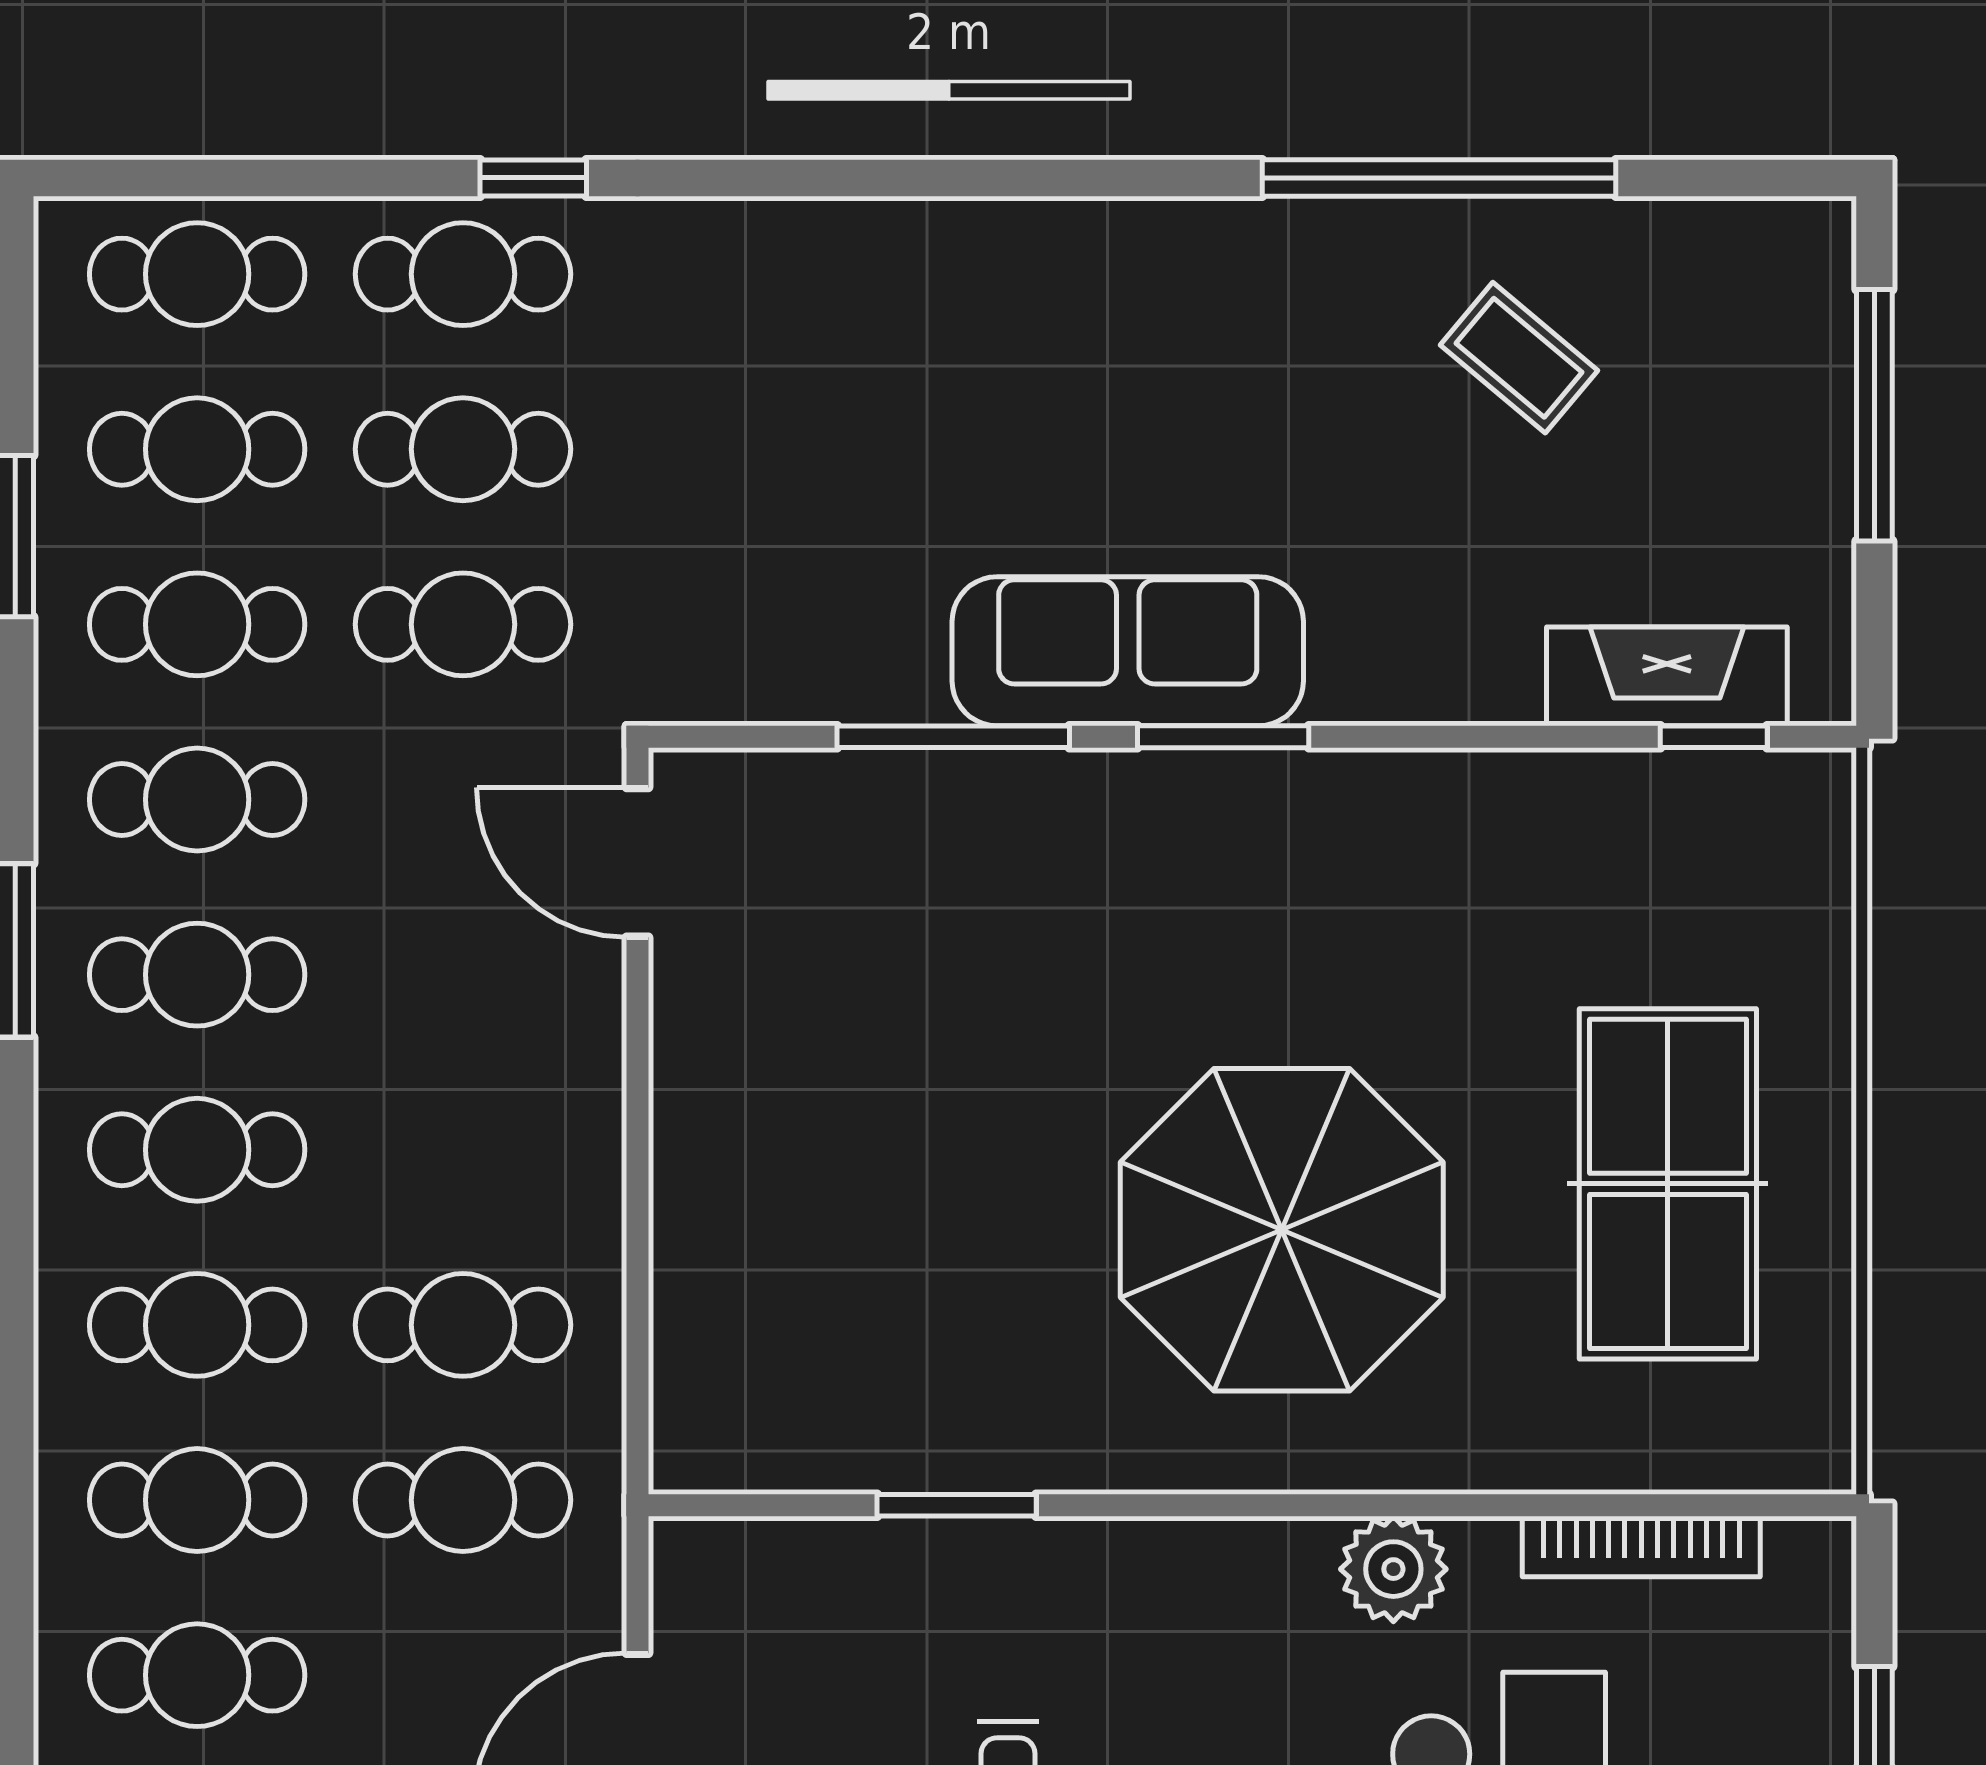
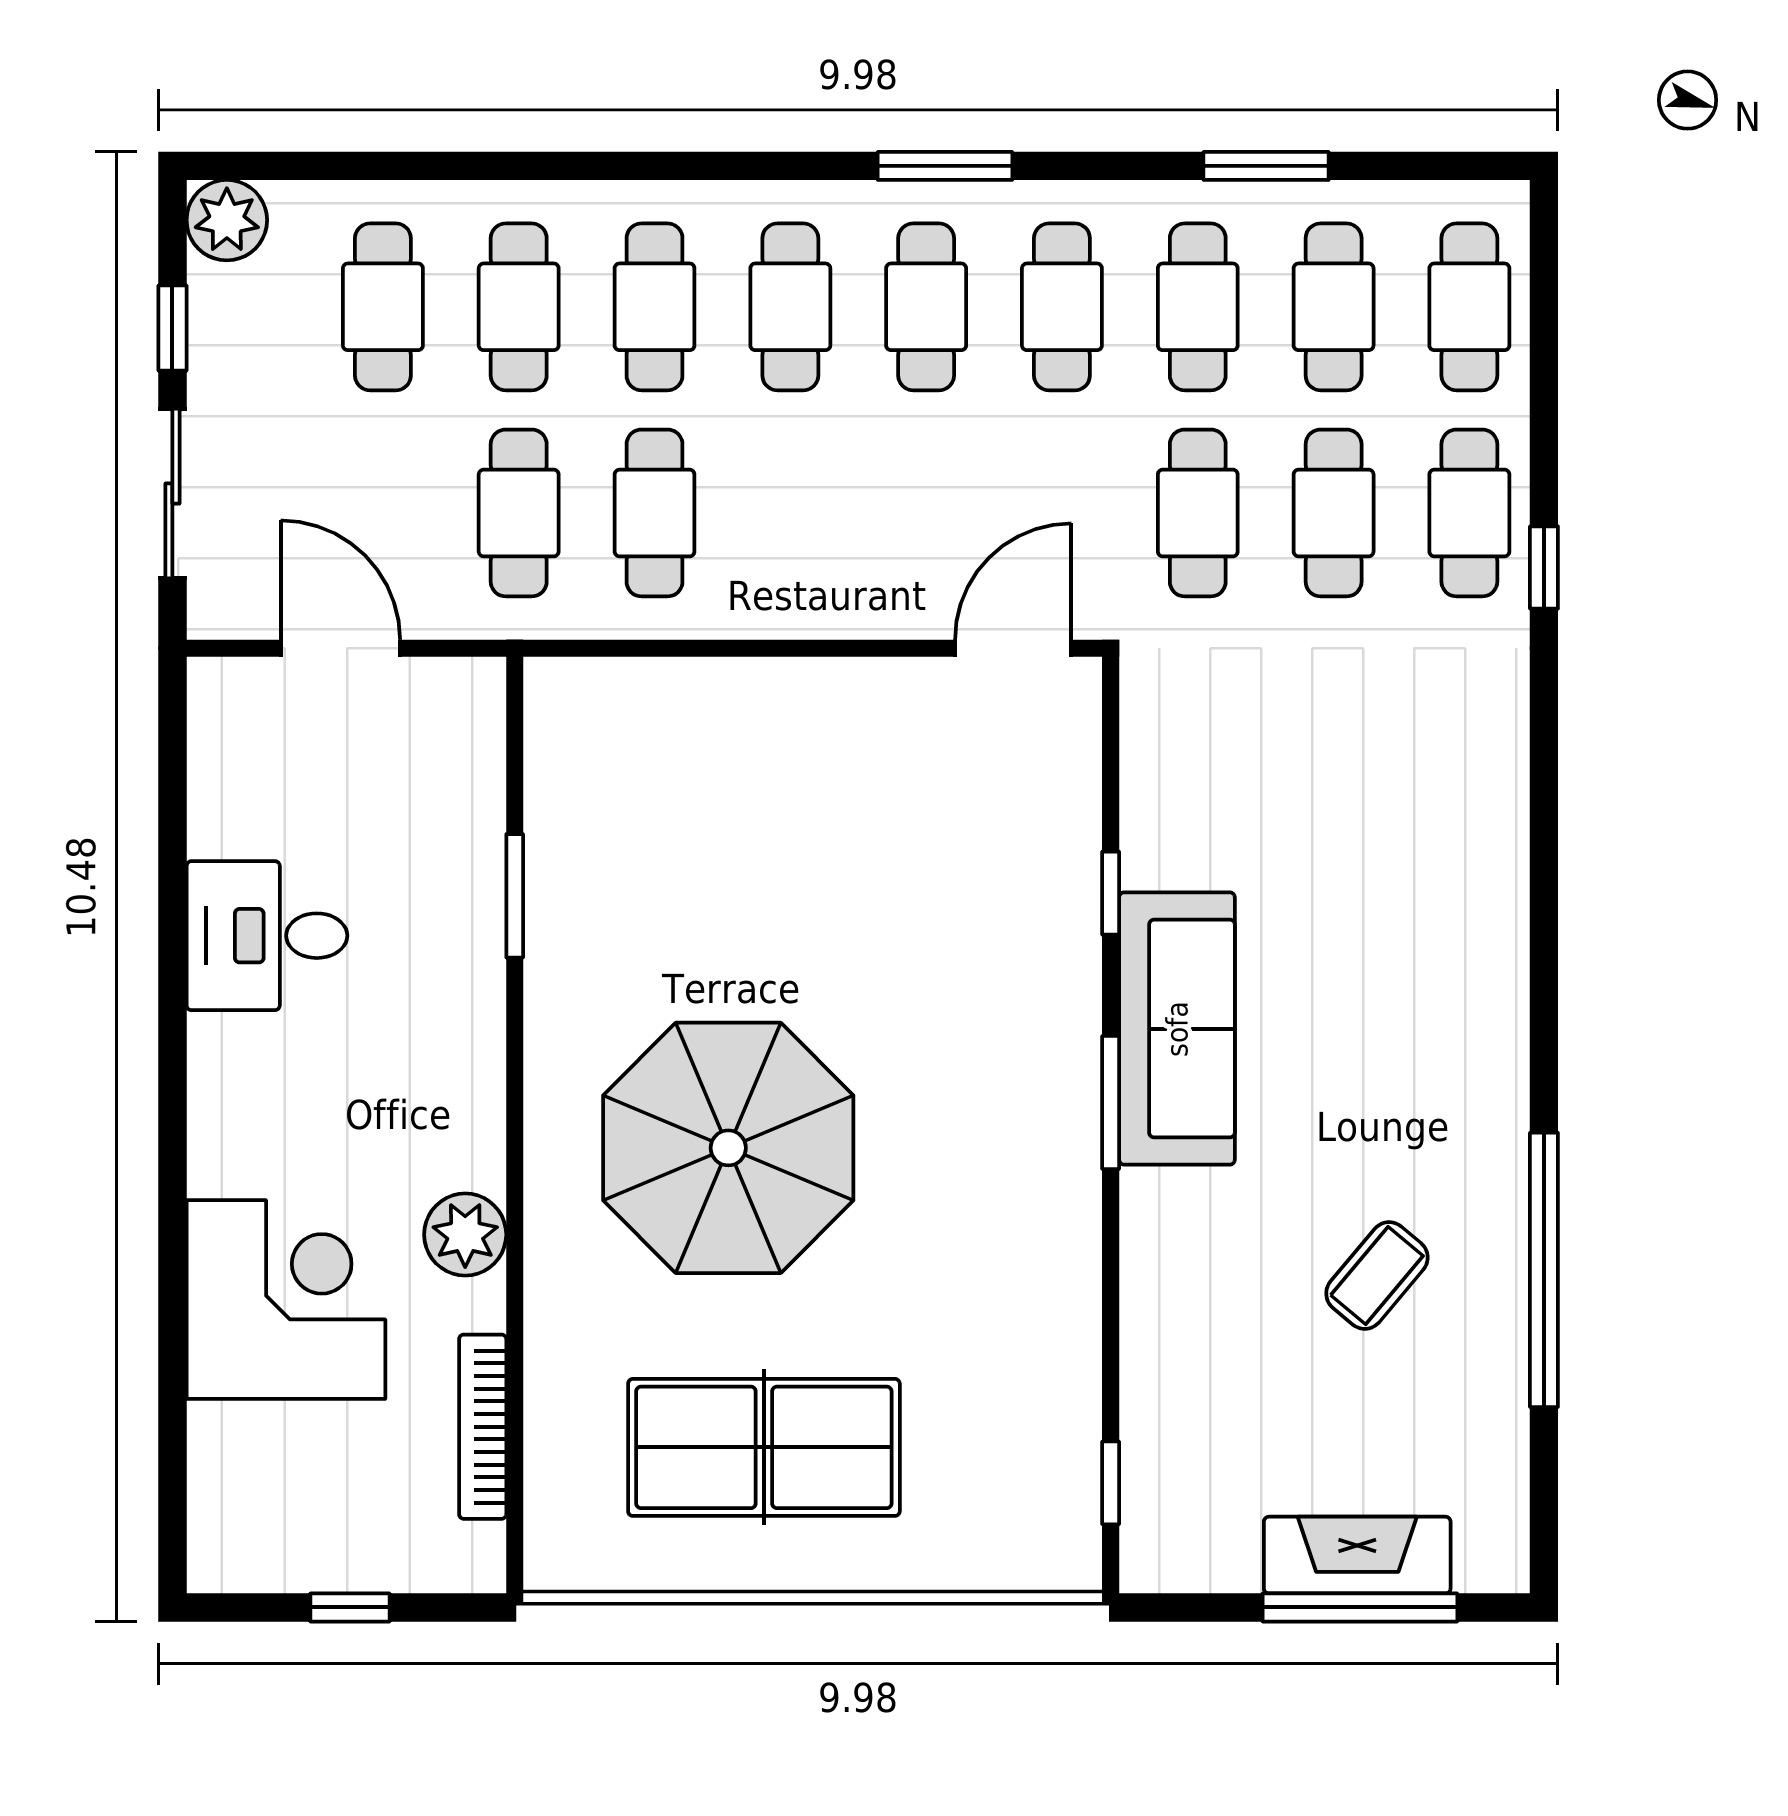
coffee table: (1519, 358) -> (1377, 1276), moved
fireplace: (1667, 676) -> (1357, 1555), moved, turned -90
window: (953, 737) -> (1111, 893), width x0.46

